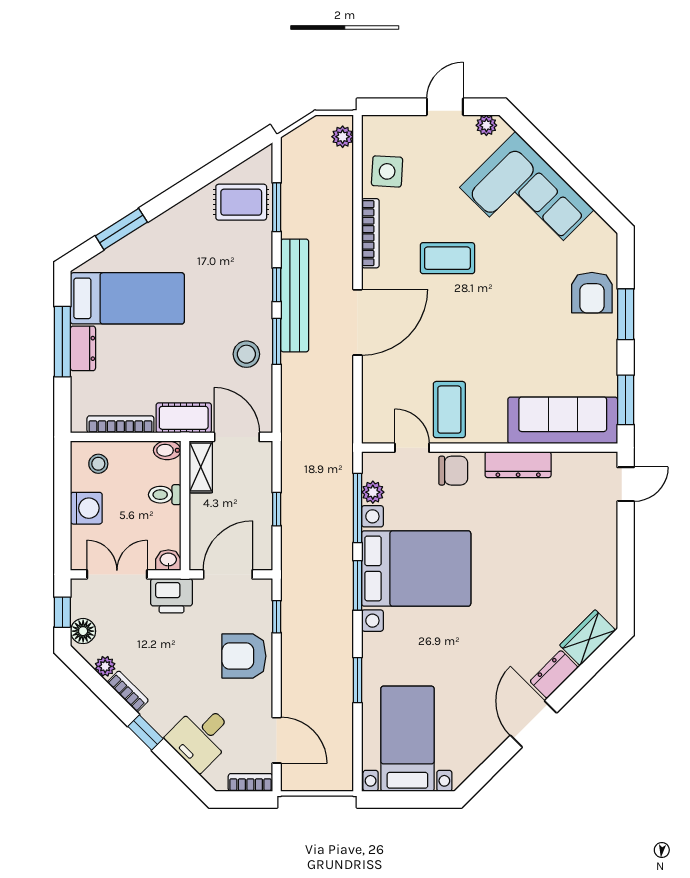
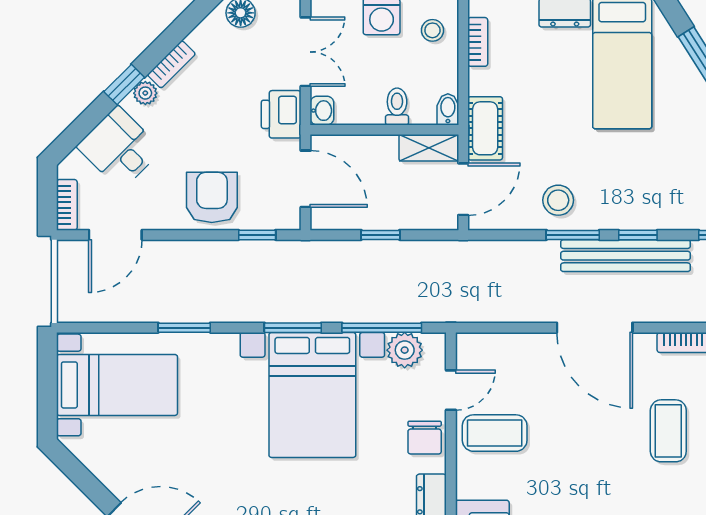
bookcase: (120, 424) -> (478, 42), width x0.64
plant: (373, 492) -> (405, 350), width x1.38, depth x1.38
plant: (105, 666) -> (145, 93), moved

